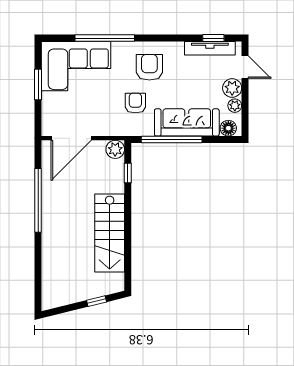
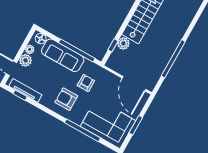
armchair: (149, 67) -> (66, 99), turned 90
armchair: (135, 103) -> (86, 83), turned 180
door: (71, 138) -> (134, 84), swing flipped
plant: (115, 149) -> (123, 43), moved

